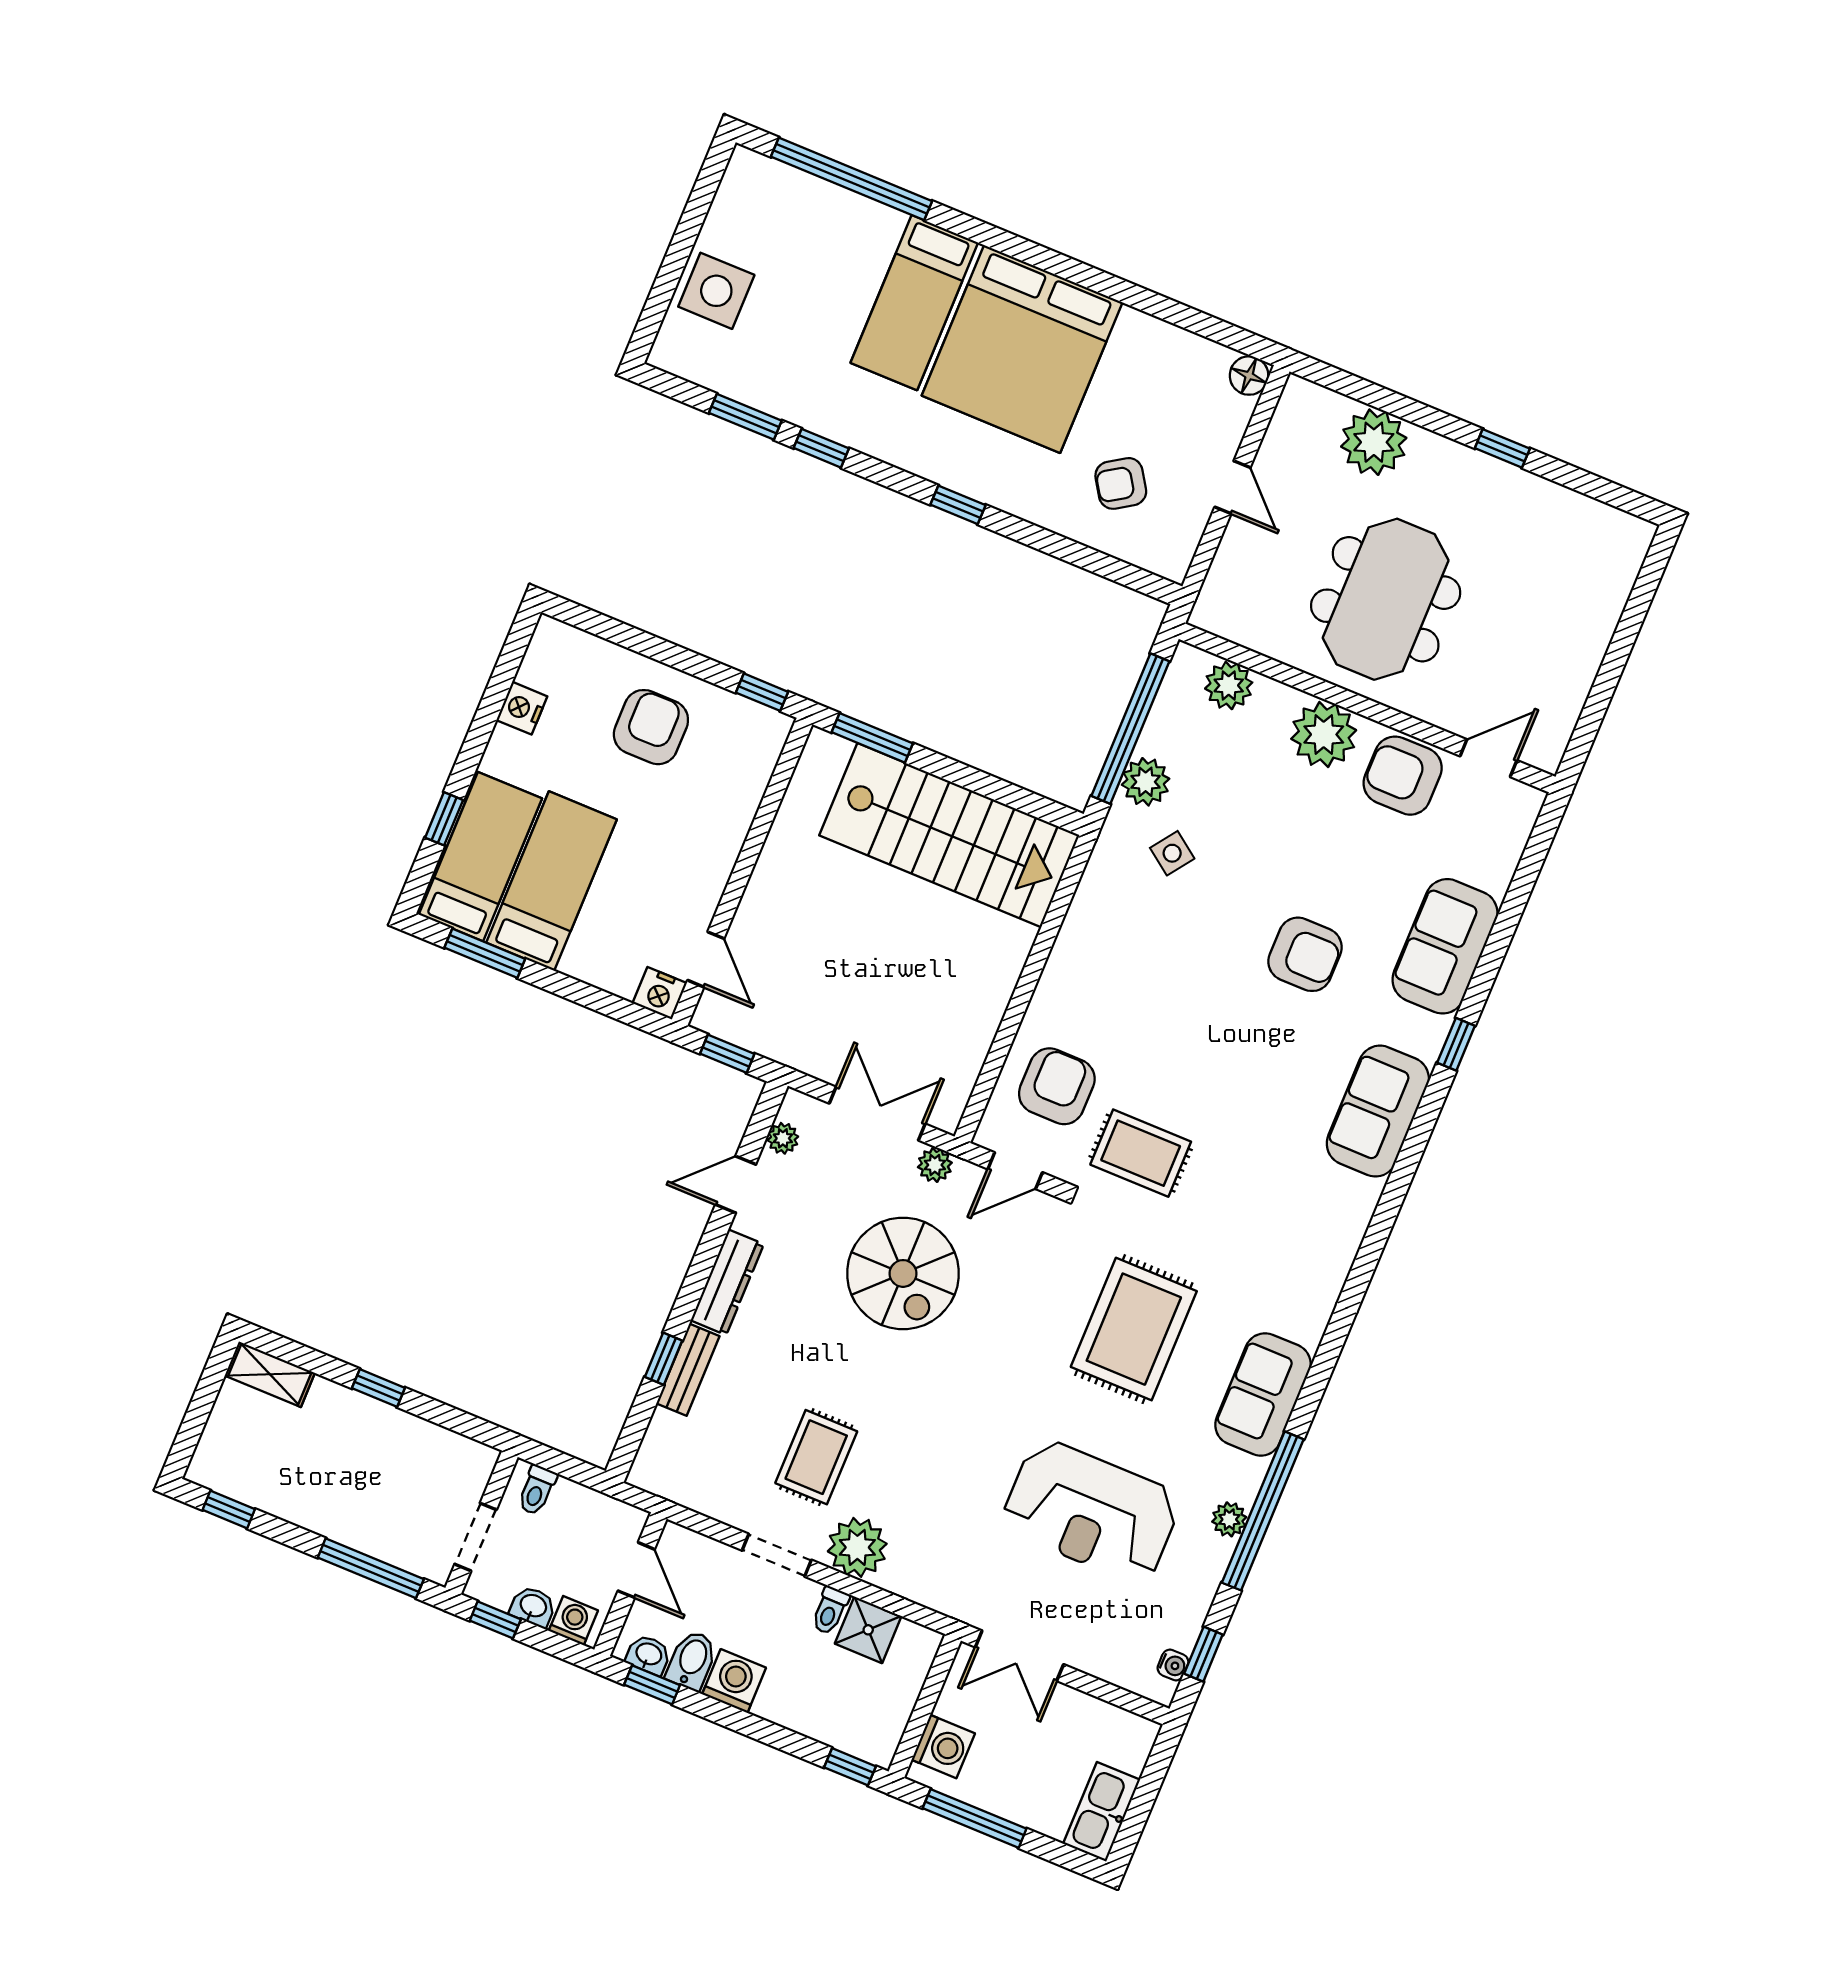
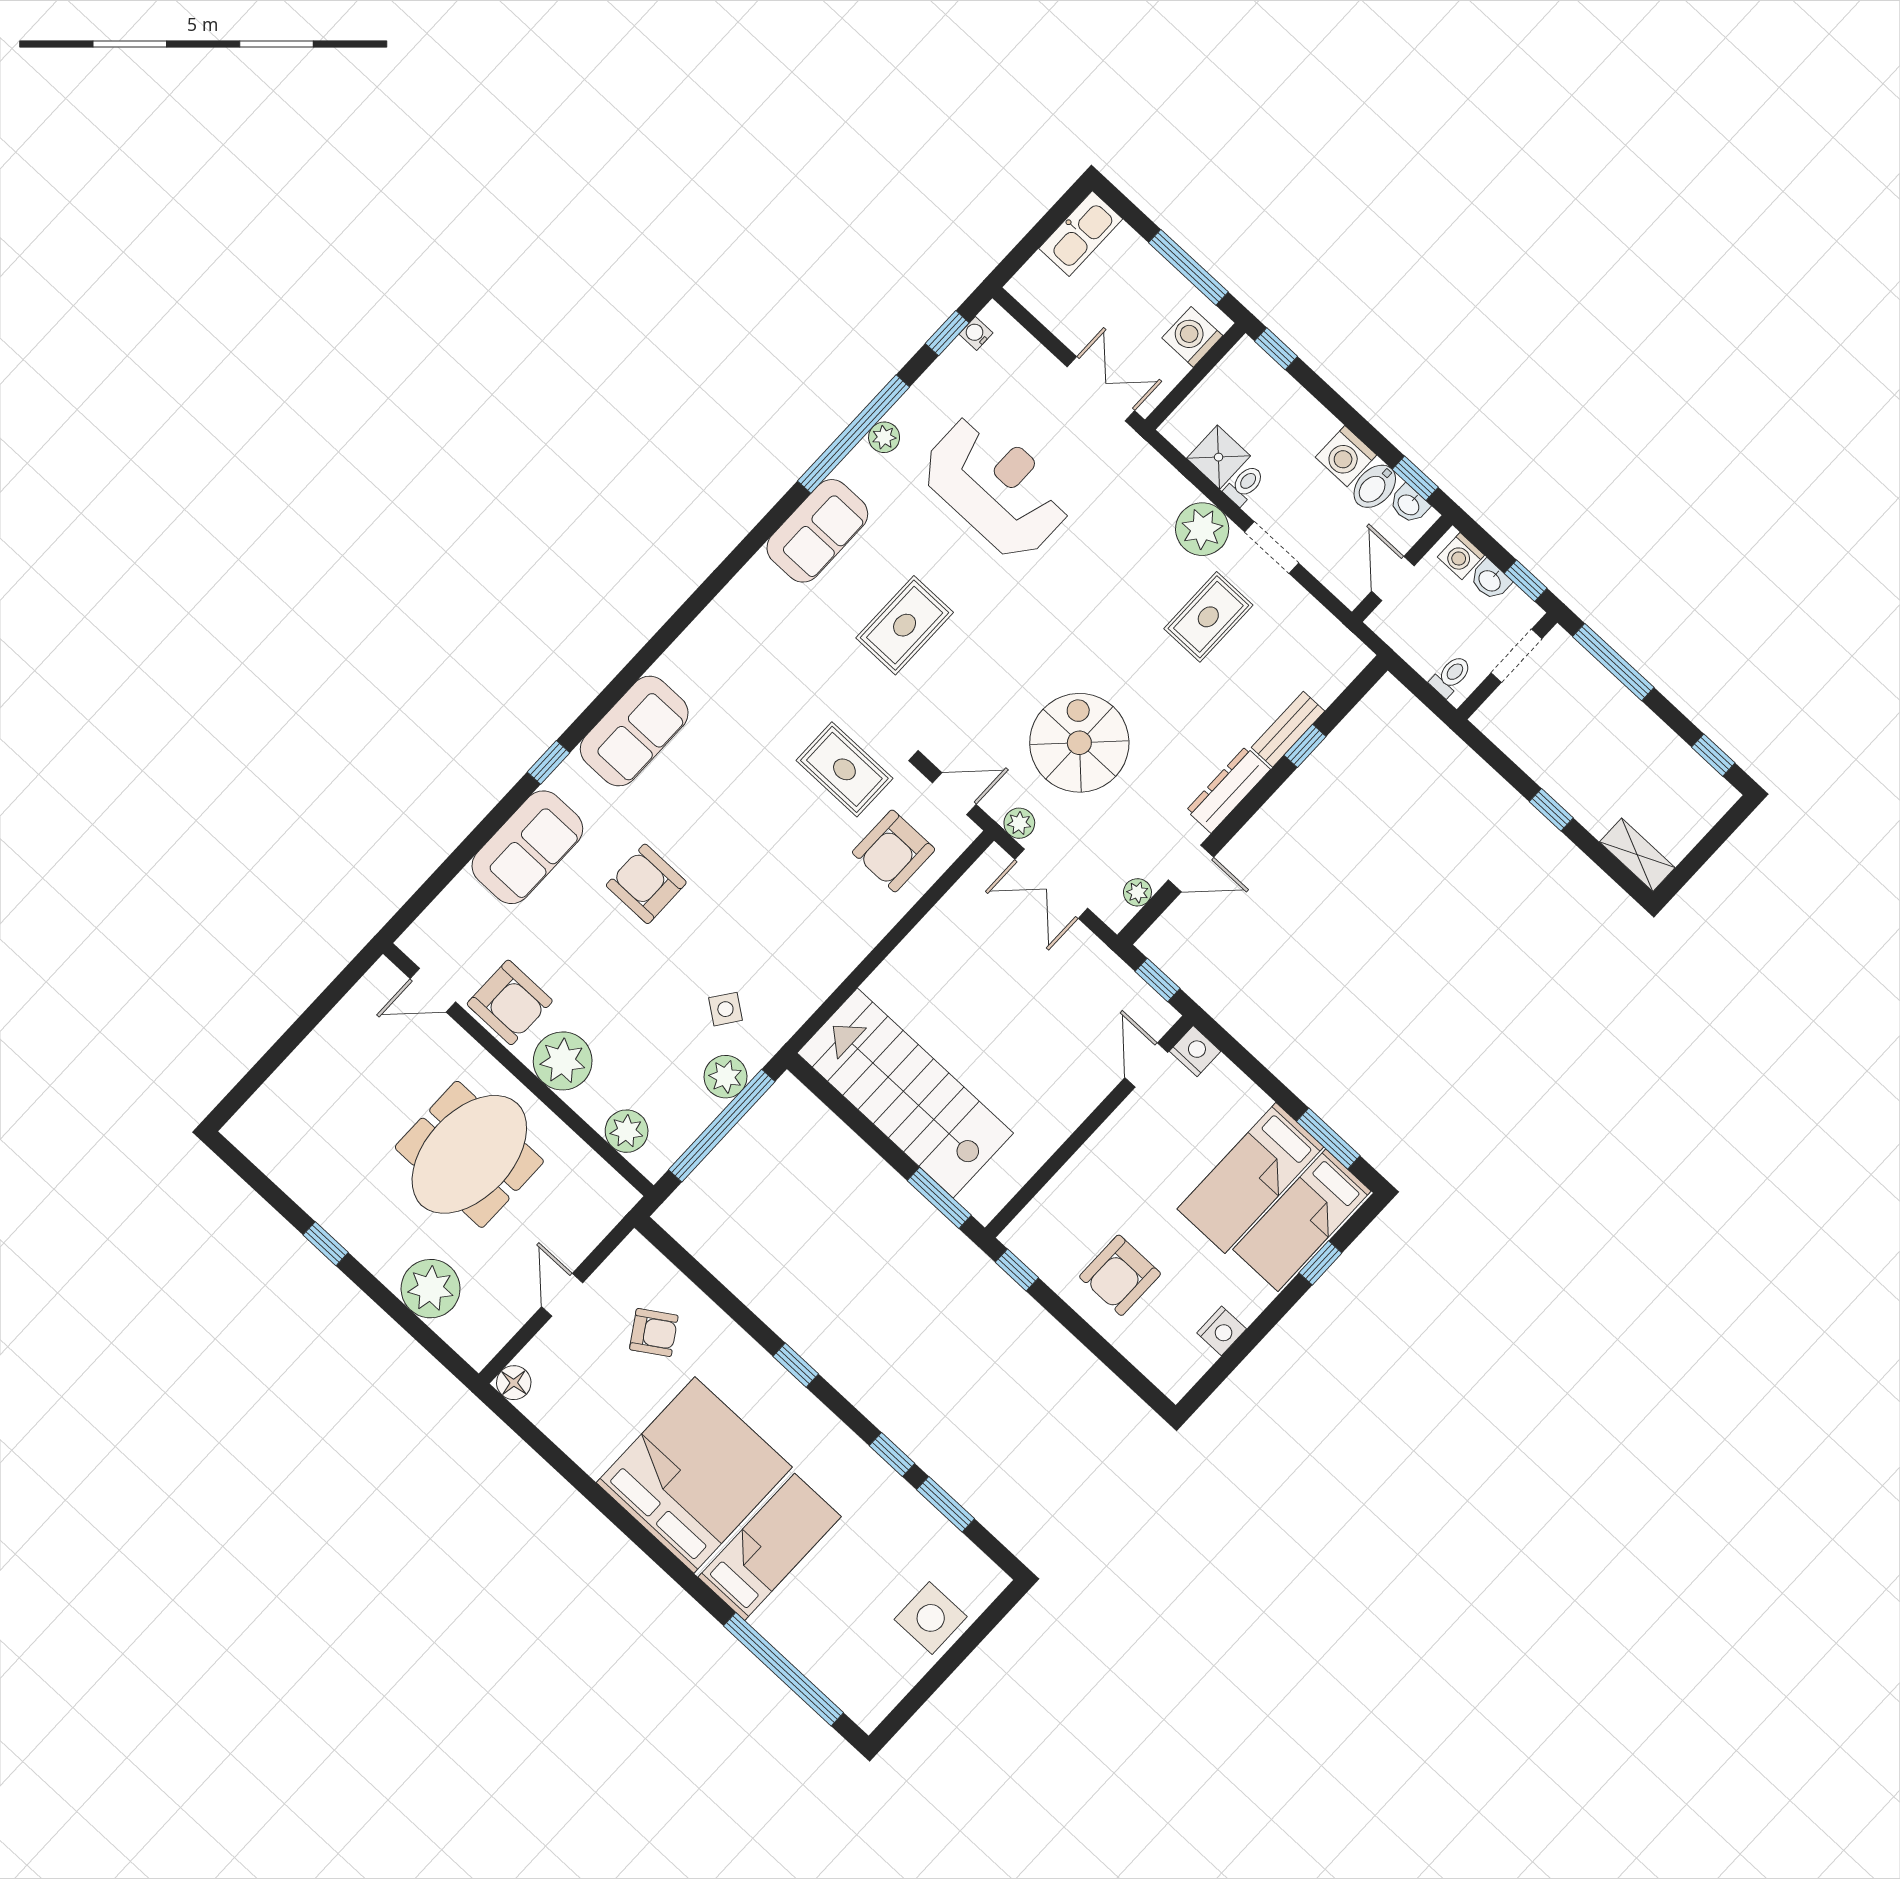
rug: (1134, 1329) -> (905, 625), width x0.73, depth x0.70

